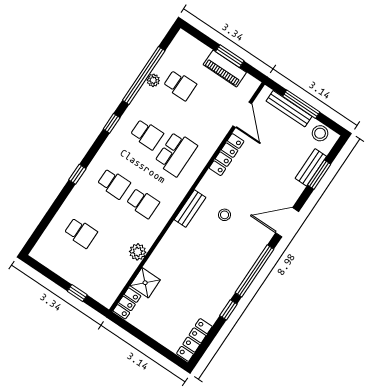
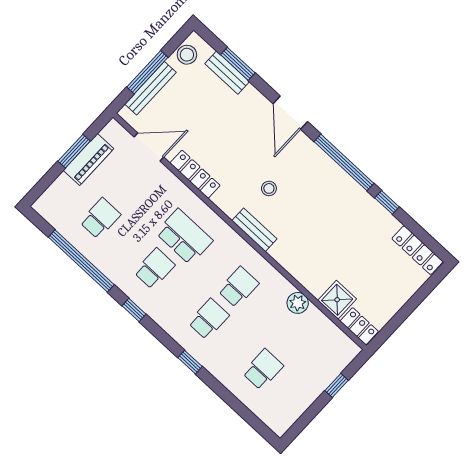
plant: (153, 80) -> (89, 250), removed

